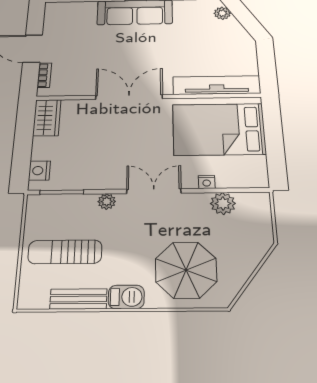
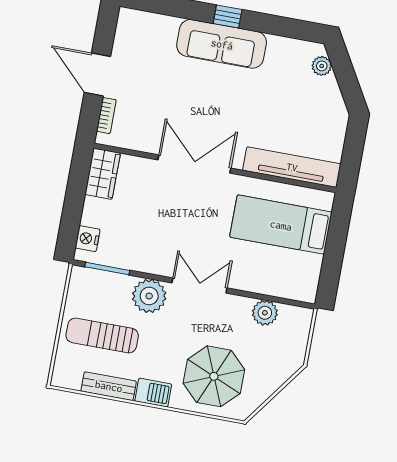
bed: (219, 129) -> (281, 225), width x0.67
nightstand: (207, 182) -> (254, 285), removed
plant: (107, 202) -> (149, 296), width x1.88, depth x1.88

